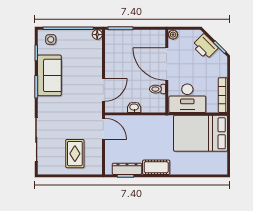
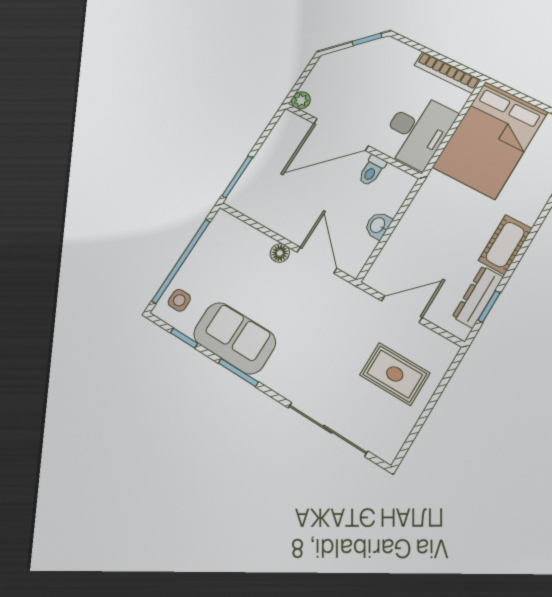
floor lamp: (97, 35) -> (280, 253), moved
printer: (205, 47) -> (352, 61), removed
door: (103, 129) -> (402, 309), moved

